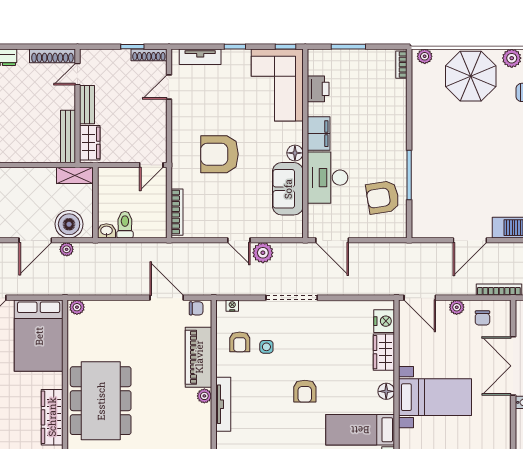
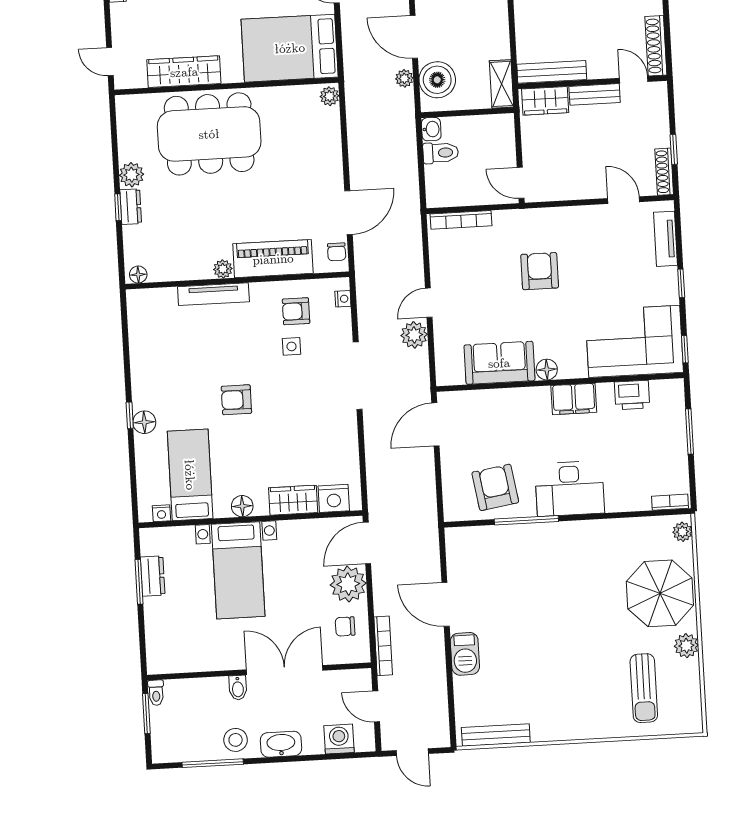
armchair: (220, 154) -> (540, 271), width x0.73, depth x0.73
desk: (328, 178) -> (570, 489), moved, turned 180
plant: (457, 307) -> (348, 584), width x1.87, depth x1.87

